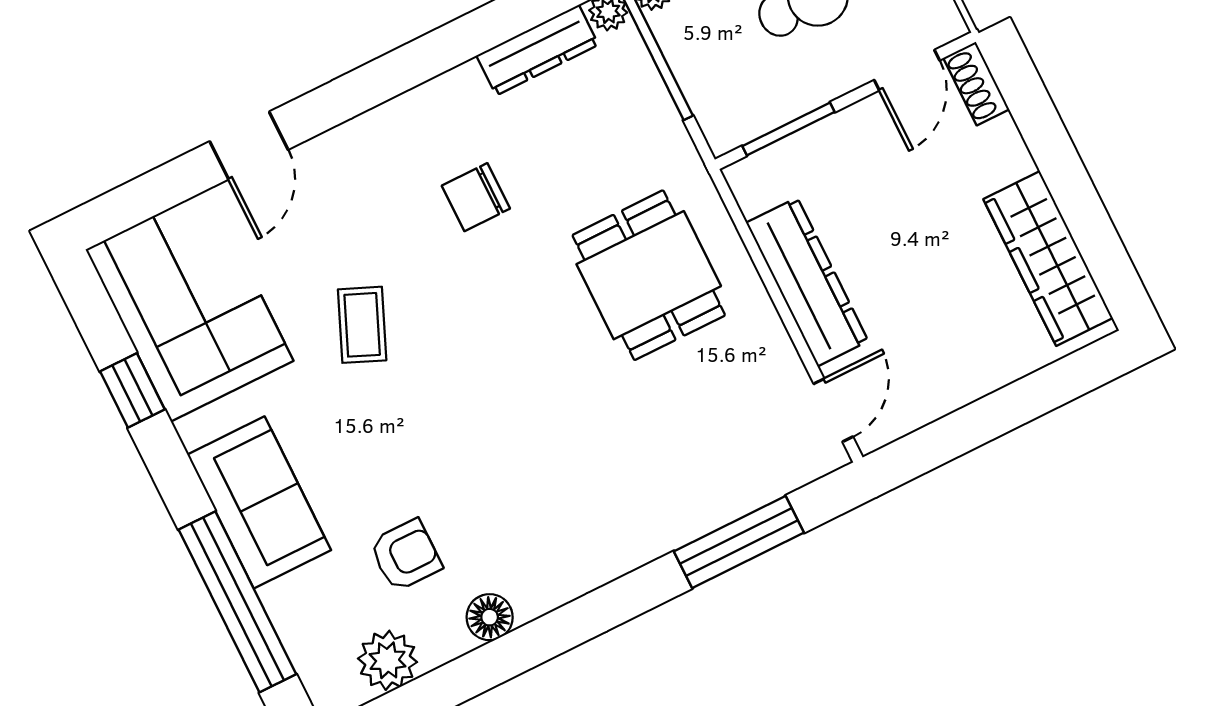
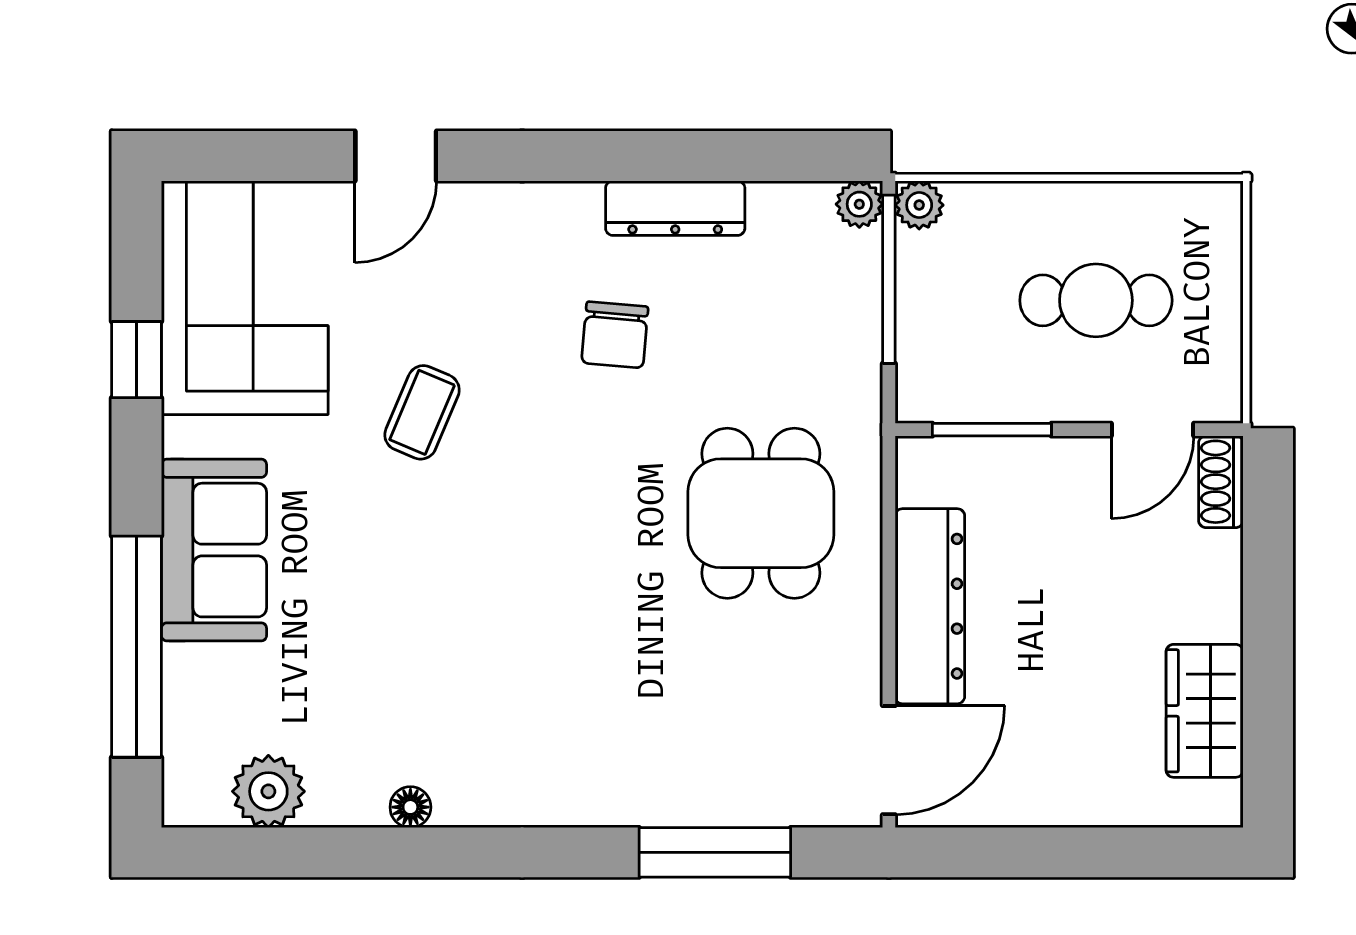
dresser: (537, 50) -> (675, 208), moved
chair: (476, 197) -> (615, 335), turned -85
wardrobe: (1048, 258) -> (1205, 711), width x0.67
door: (833, 410) -> (889, 760), width x1.38
armchair: (406, 555) -> (345, 687), removed
floor lamp: (490, 617) -> (410, 807), width x0.73, depth x0.73

